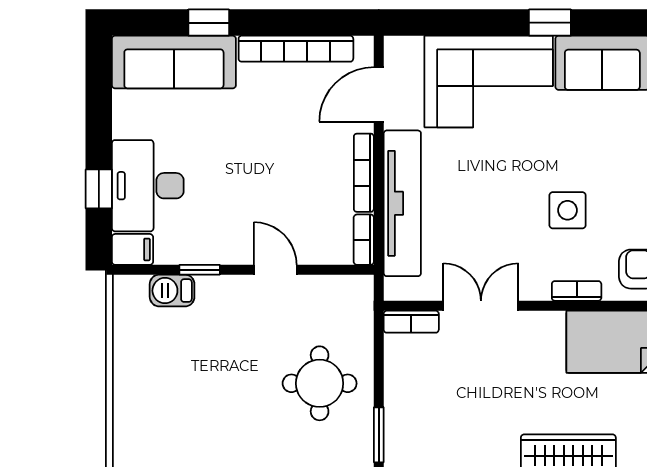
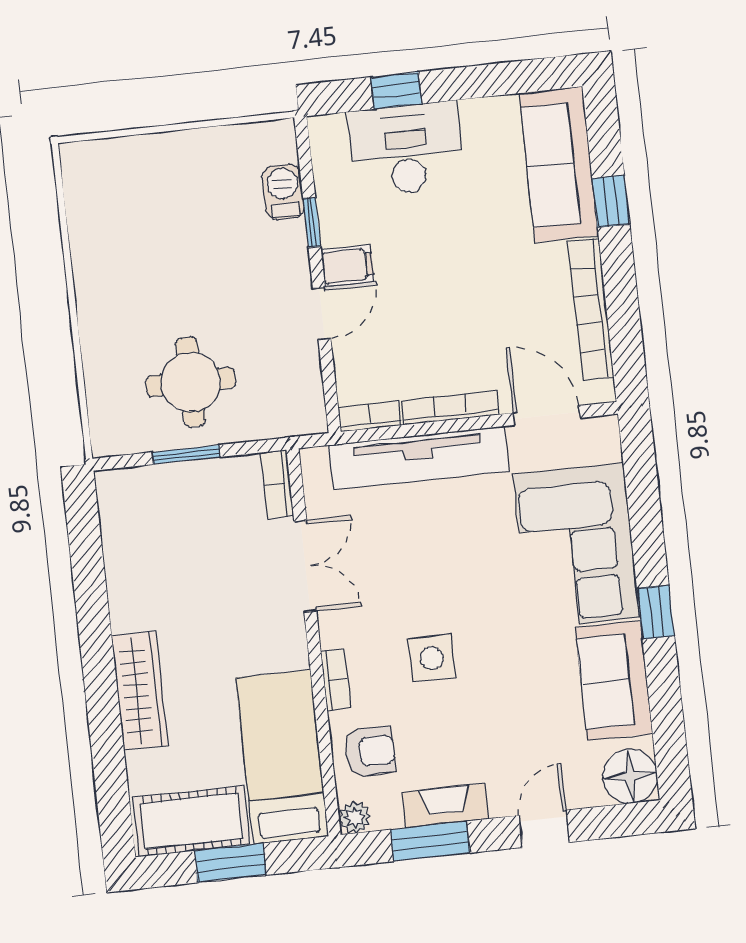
filing cabinet: (132, 249) -> (348, 266), moved, turned -90
window: (379, 435) -> (186, 455), moved

